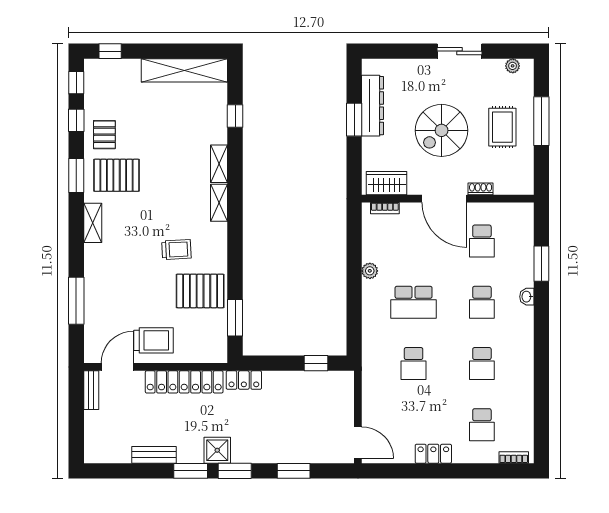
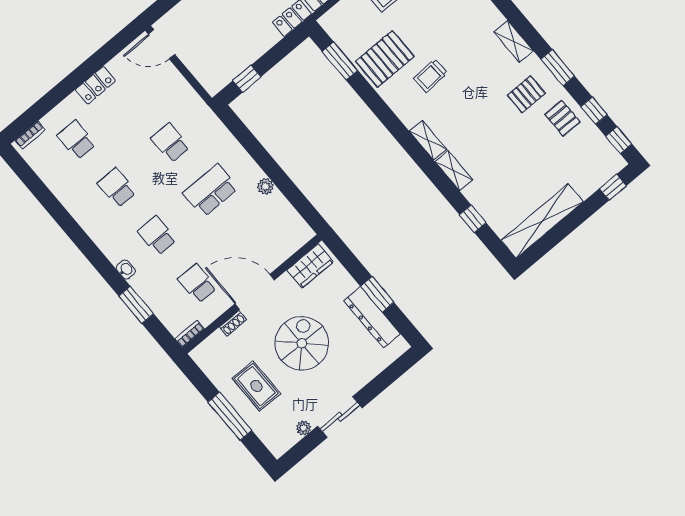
plant: (513, 66) -> (303, 428), moved
pallet: (117, 175) -> (526, 94), width x0.67, depth x0.71
bookcase: (385, 208) -> (190, 334), moved

